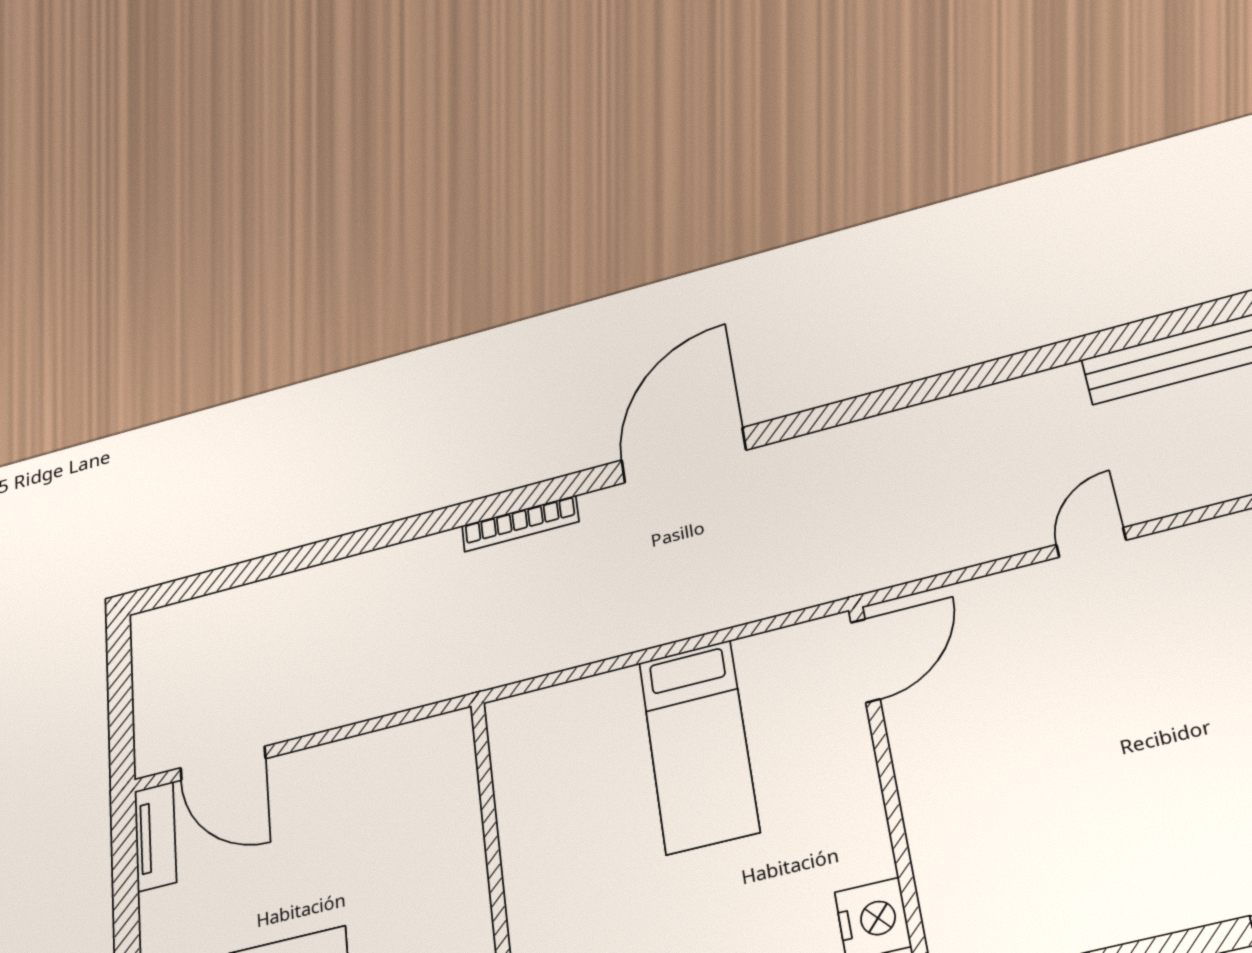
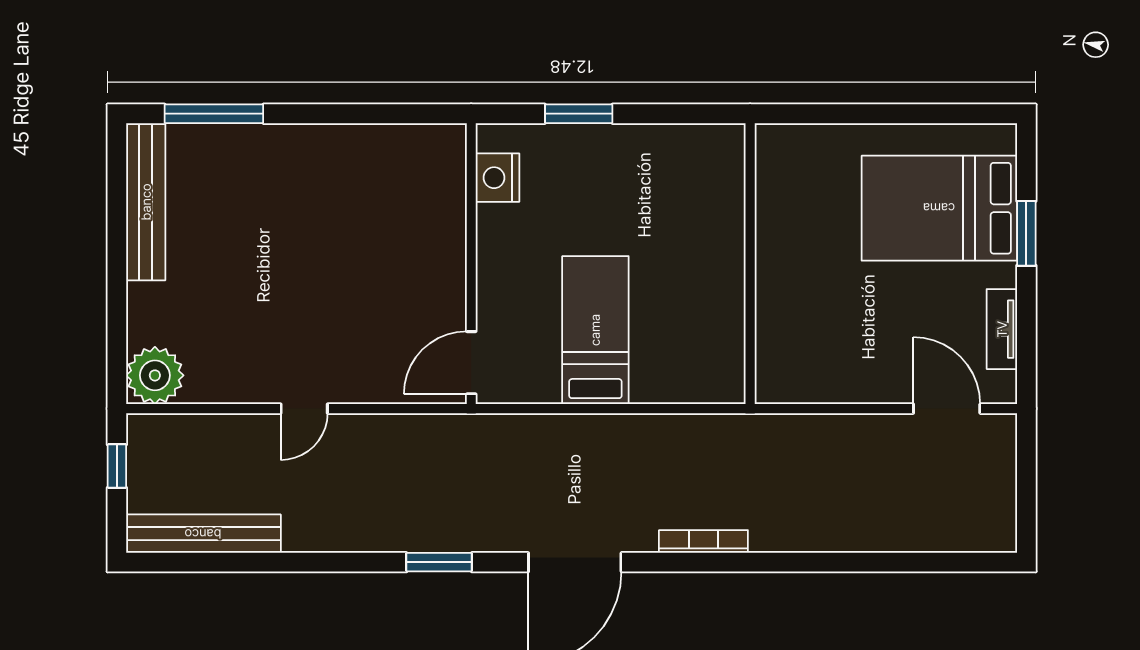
window: (863, 407) -> (439, 562), added
tv unit: (155, 836) -> (1002, 329), moved

